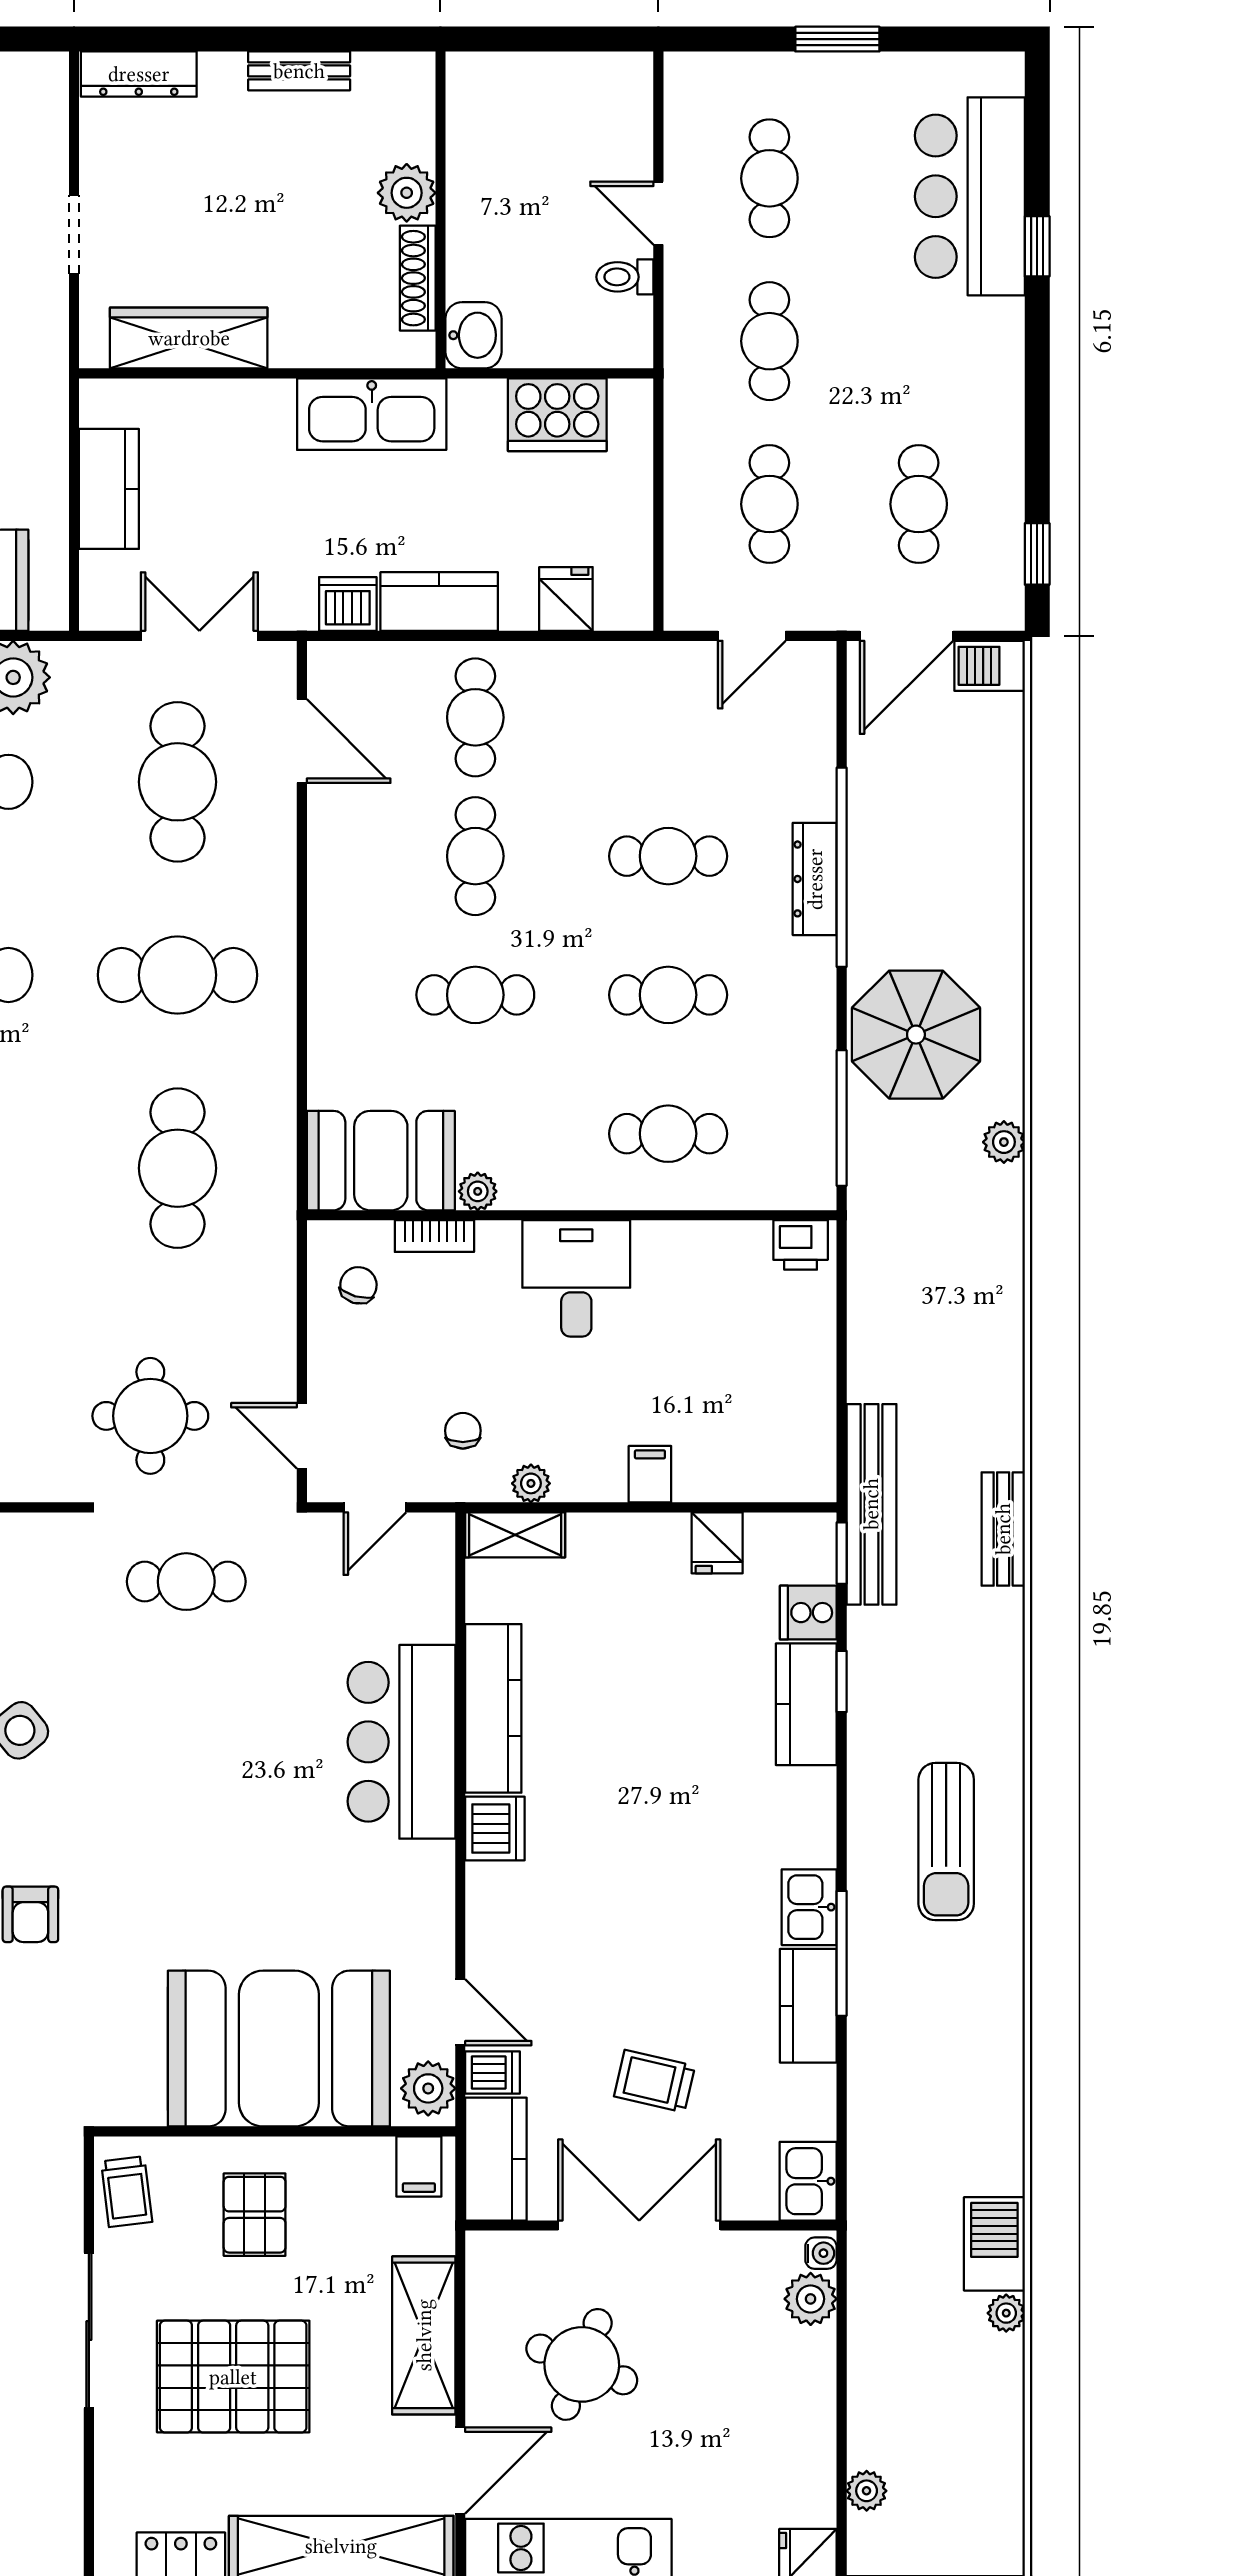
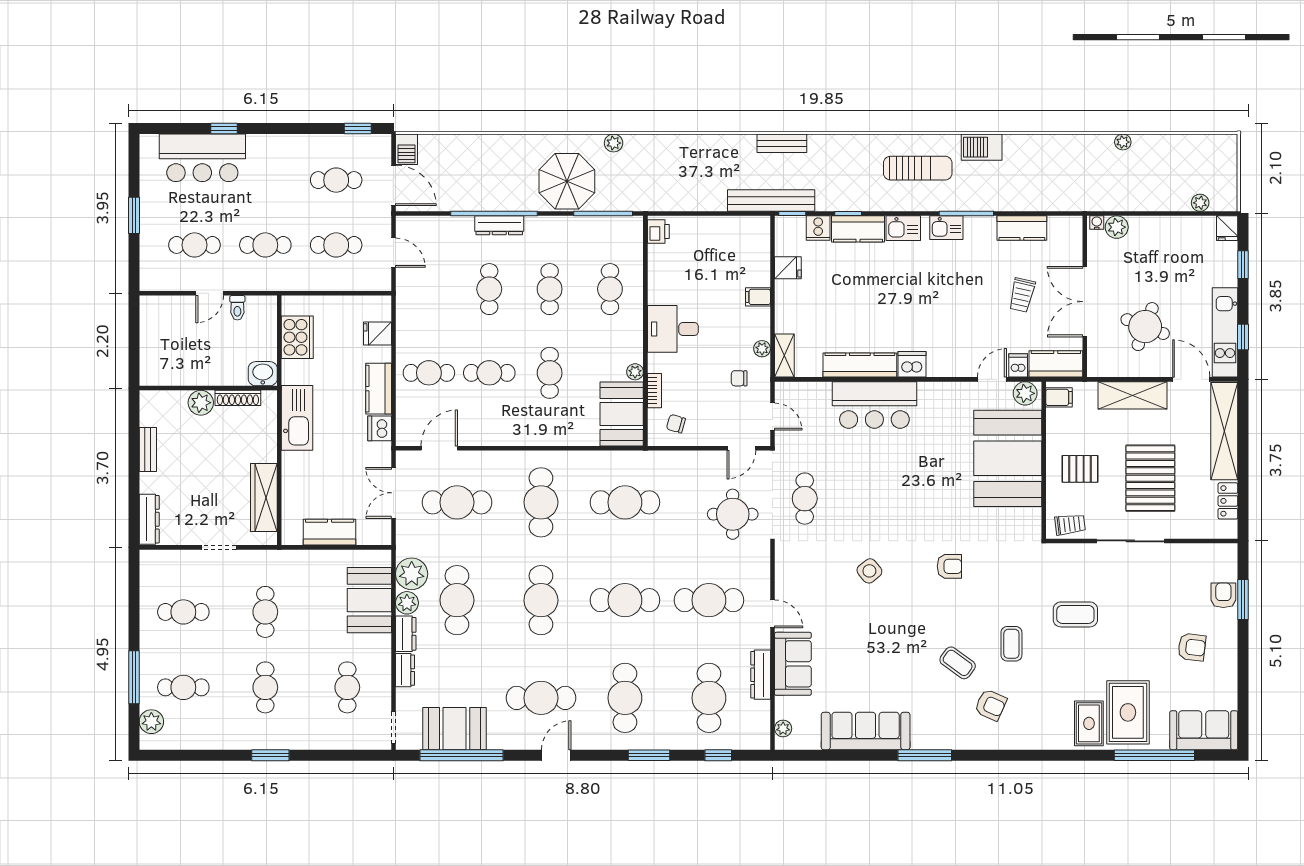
kitchen counter: (808, 2006) -> (1022, 228), moved
kitchen sink: (808, 2181) -> (903, 228), moved
barbecue: (994, 2244) -> (982, 147), moved

